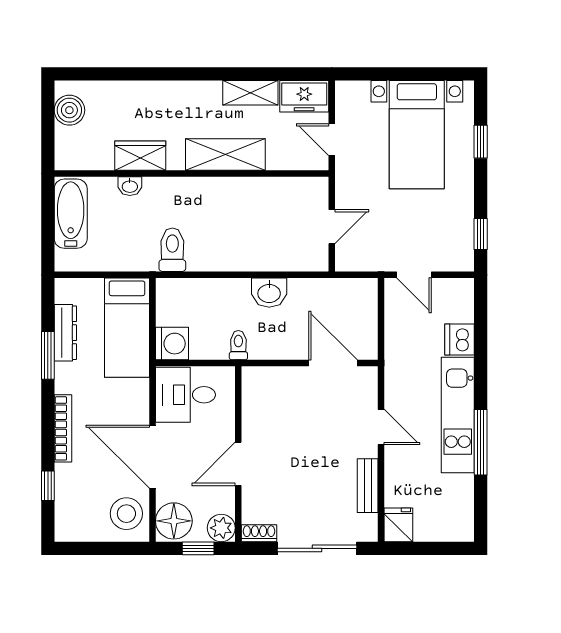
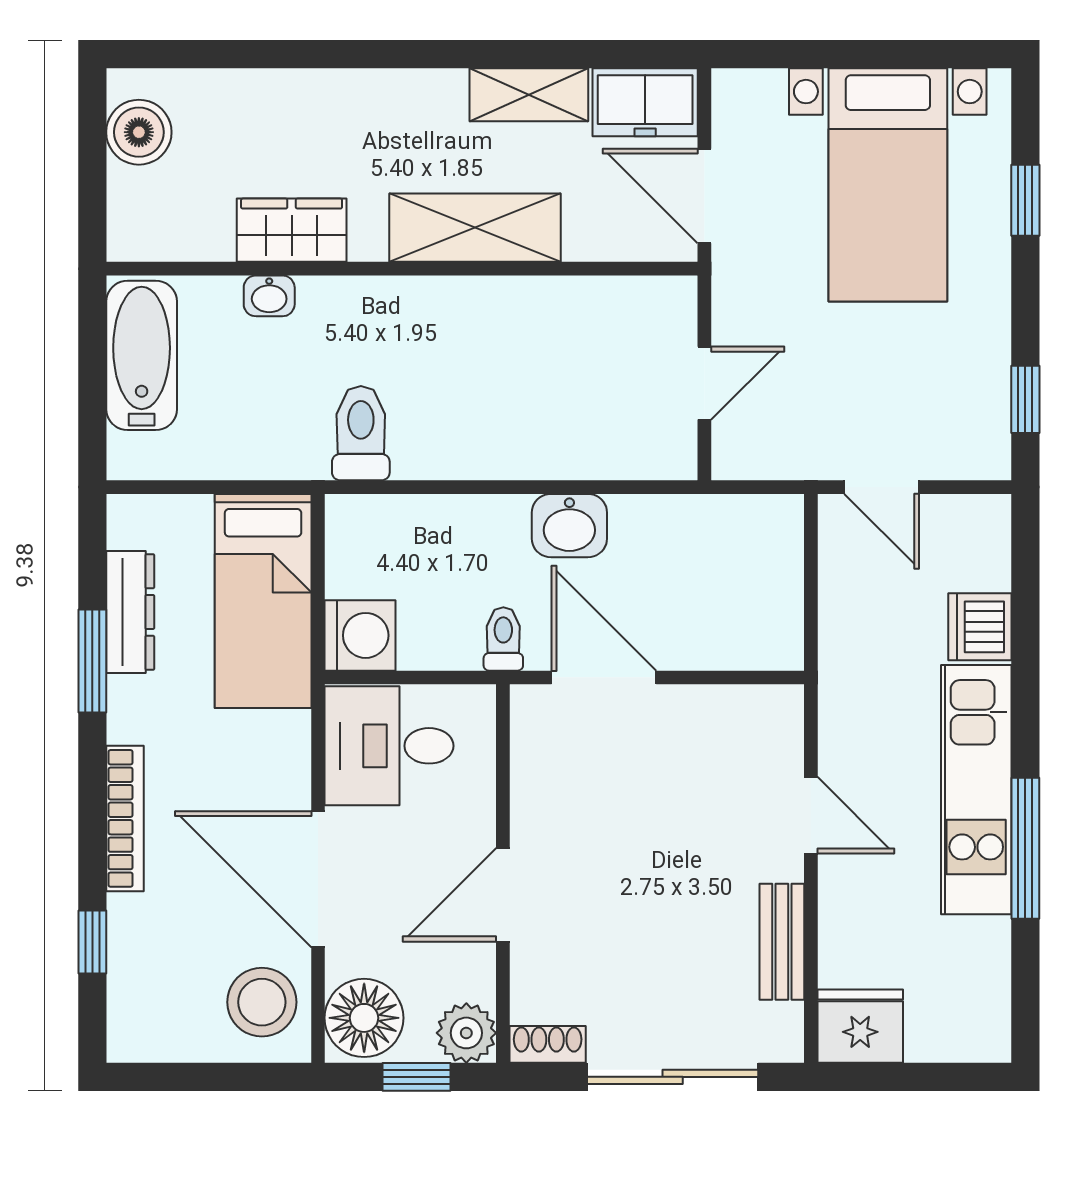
door: (332, 140) -> (704, 196), width x1.38
door: (333, 363) -> (604, 677), moved
fridge: (398, 525) -> (860, 1026), width x1.38

